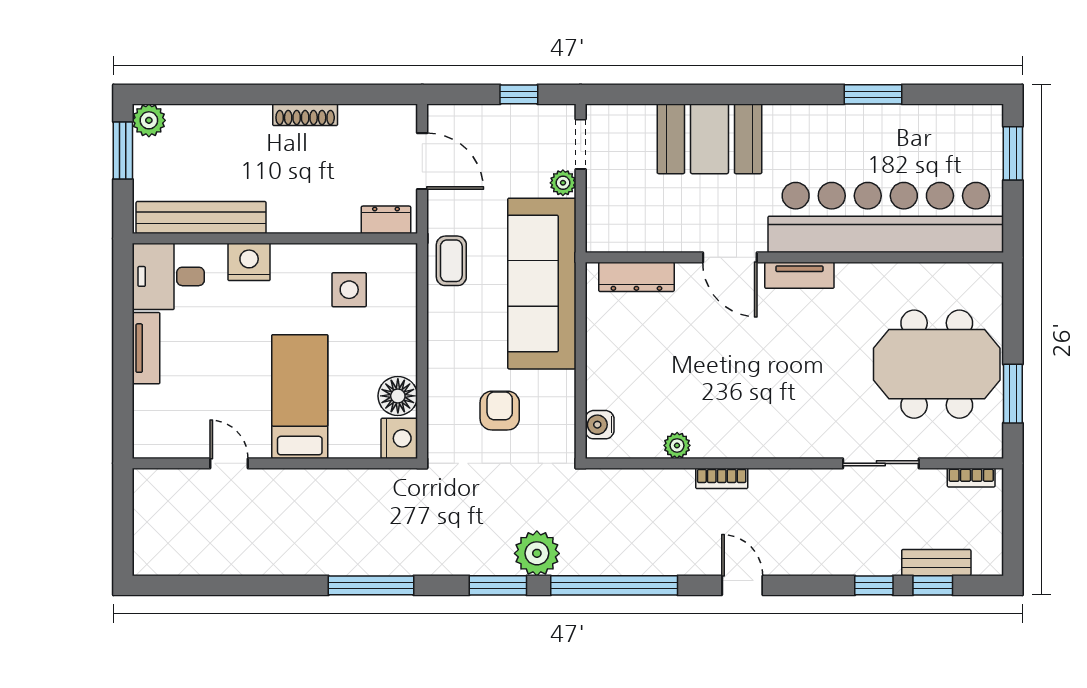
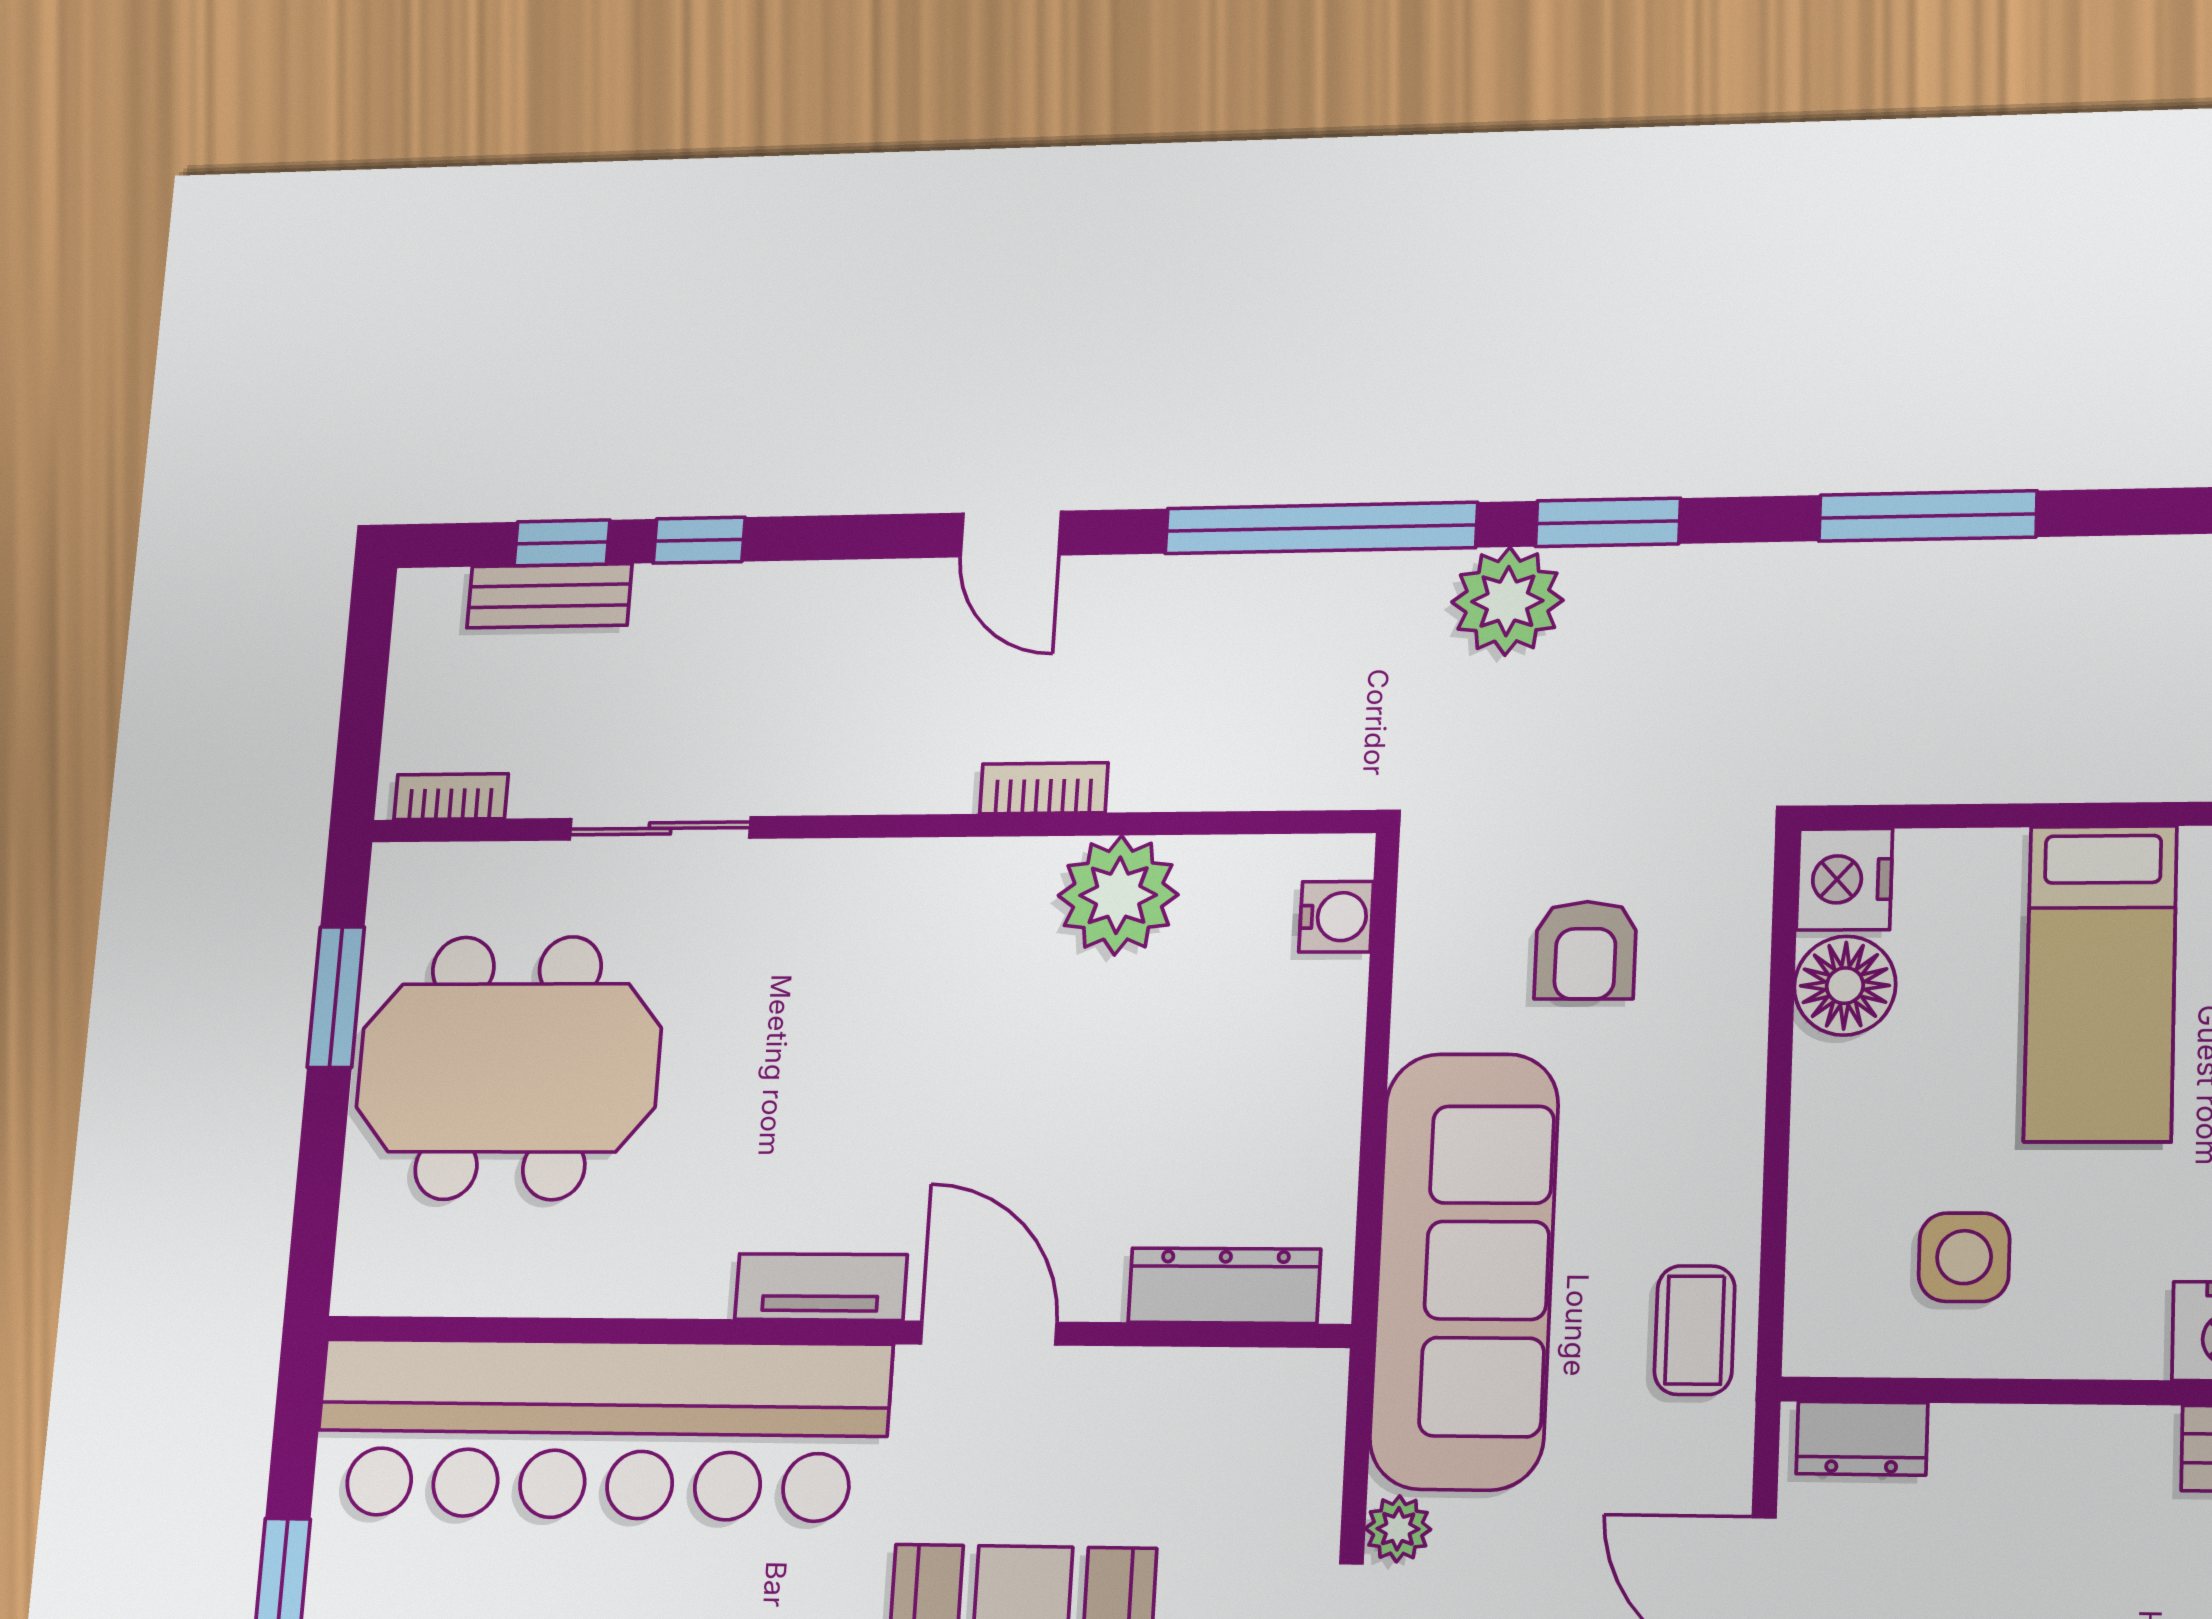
plant: (677, 445) -> (1118, 895), width x1.87, depth x1.87

